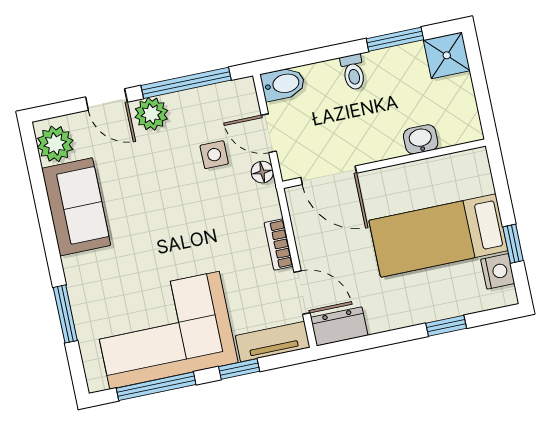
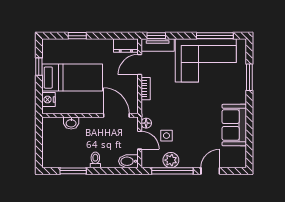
shower: (447, 55) -> (51, 159), removed
door: (106, 99) -> (210, 171), hinge flipped
plant: (151, 114) -> (171, 160), moved
plant: (55, 144) -> (238, 156), removed
nightstand: (498, 271) -> (49, 100), moved
door: (302, 293) -> (140, 65), hinge flipped
window: (239, 369) -> (156, 36), moved

